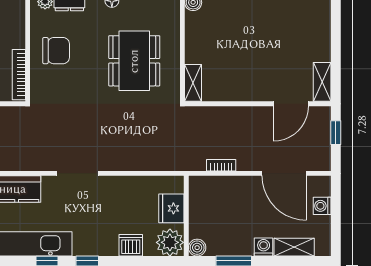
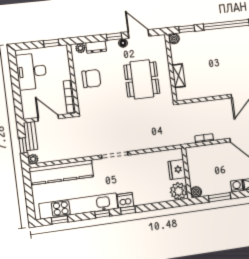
shelving: (193, 83) -> (179, 76), moved
dishwasher: (131, 245) -> (125, 200), moved

